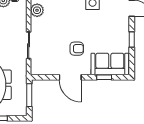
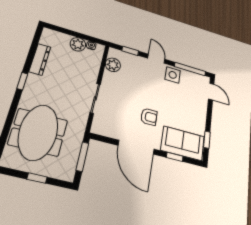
window: (132, 40) -> (207, 140), moved
door: (70, 77) -> (136, 147), width x1.36

